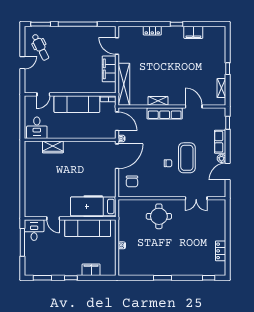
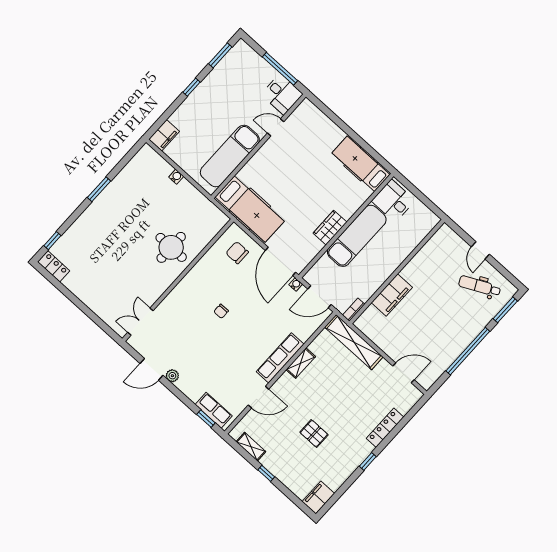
locker: (152, 31) -> (385, 428), width x1.53
filing cabinet: (193, 32) -> (318, 498), moved
pallet: (187, 63) -> (314, 434), added
filing cabinet: (109, 69) -> (392, 295), moved, turned 90
door: (43, 94) -> (424, 242), removed
exam couch: (77, 104) -> (357, 236), moved, turned 180
row of seats: (220, 142) -> (214, 410), moved
wardrobe: (53, 147) -> (330, 228), moved
coffee table: (187, 158) -> (208, 338), removed
hospital bed: (33, 160) -> (361, 164), added
door: (228, 172) -> (151, 369), swing flipped
double door: (196, 198) -> (140, 322), moved
hospital bed: (93, 206) -> (250, 209), moved, turned 90
locker: (221, 251) -> (54, 266), moved
filing cabinet: (91, 270) -> (164, 135), moved

